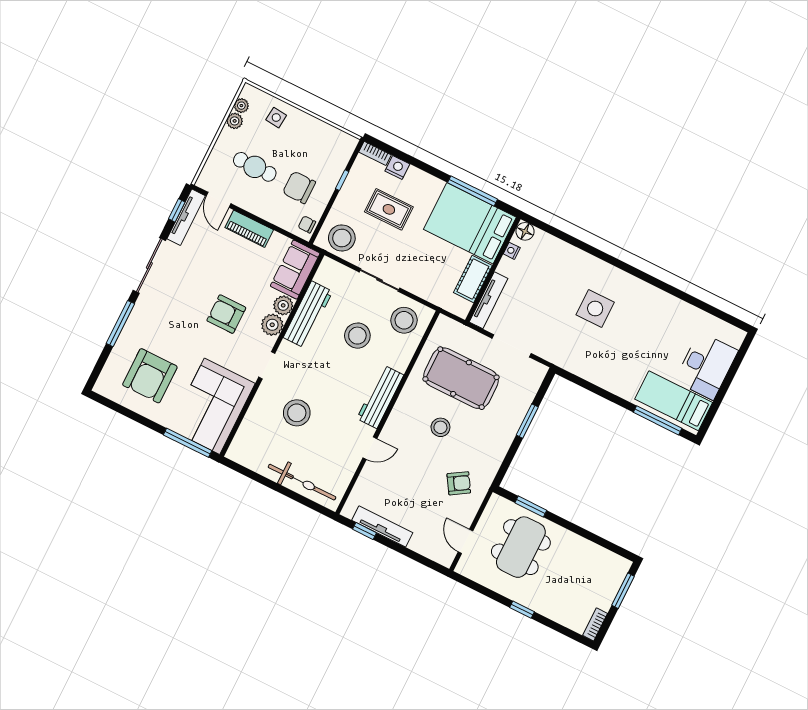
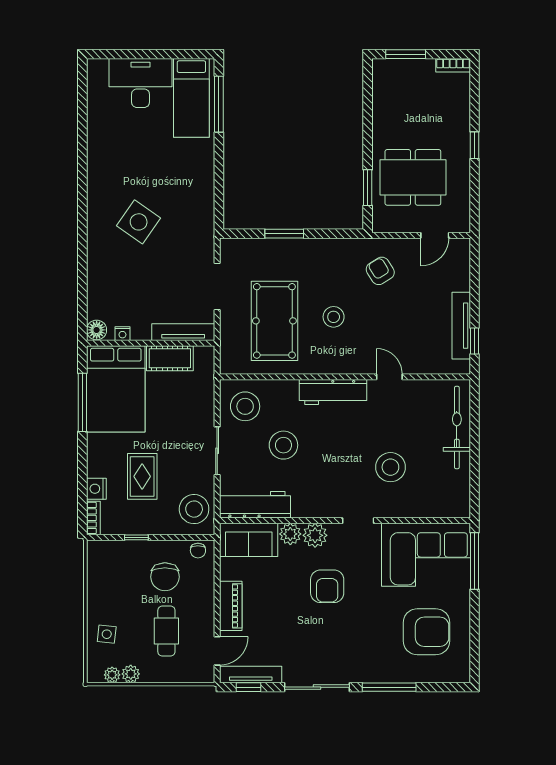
side table: (595, 309) -> (139, 222), turned 35
workbench: (308, 315) -> (255, 505), moved

